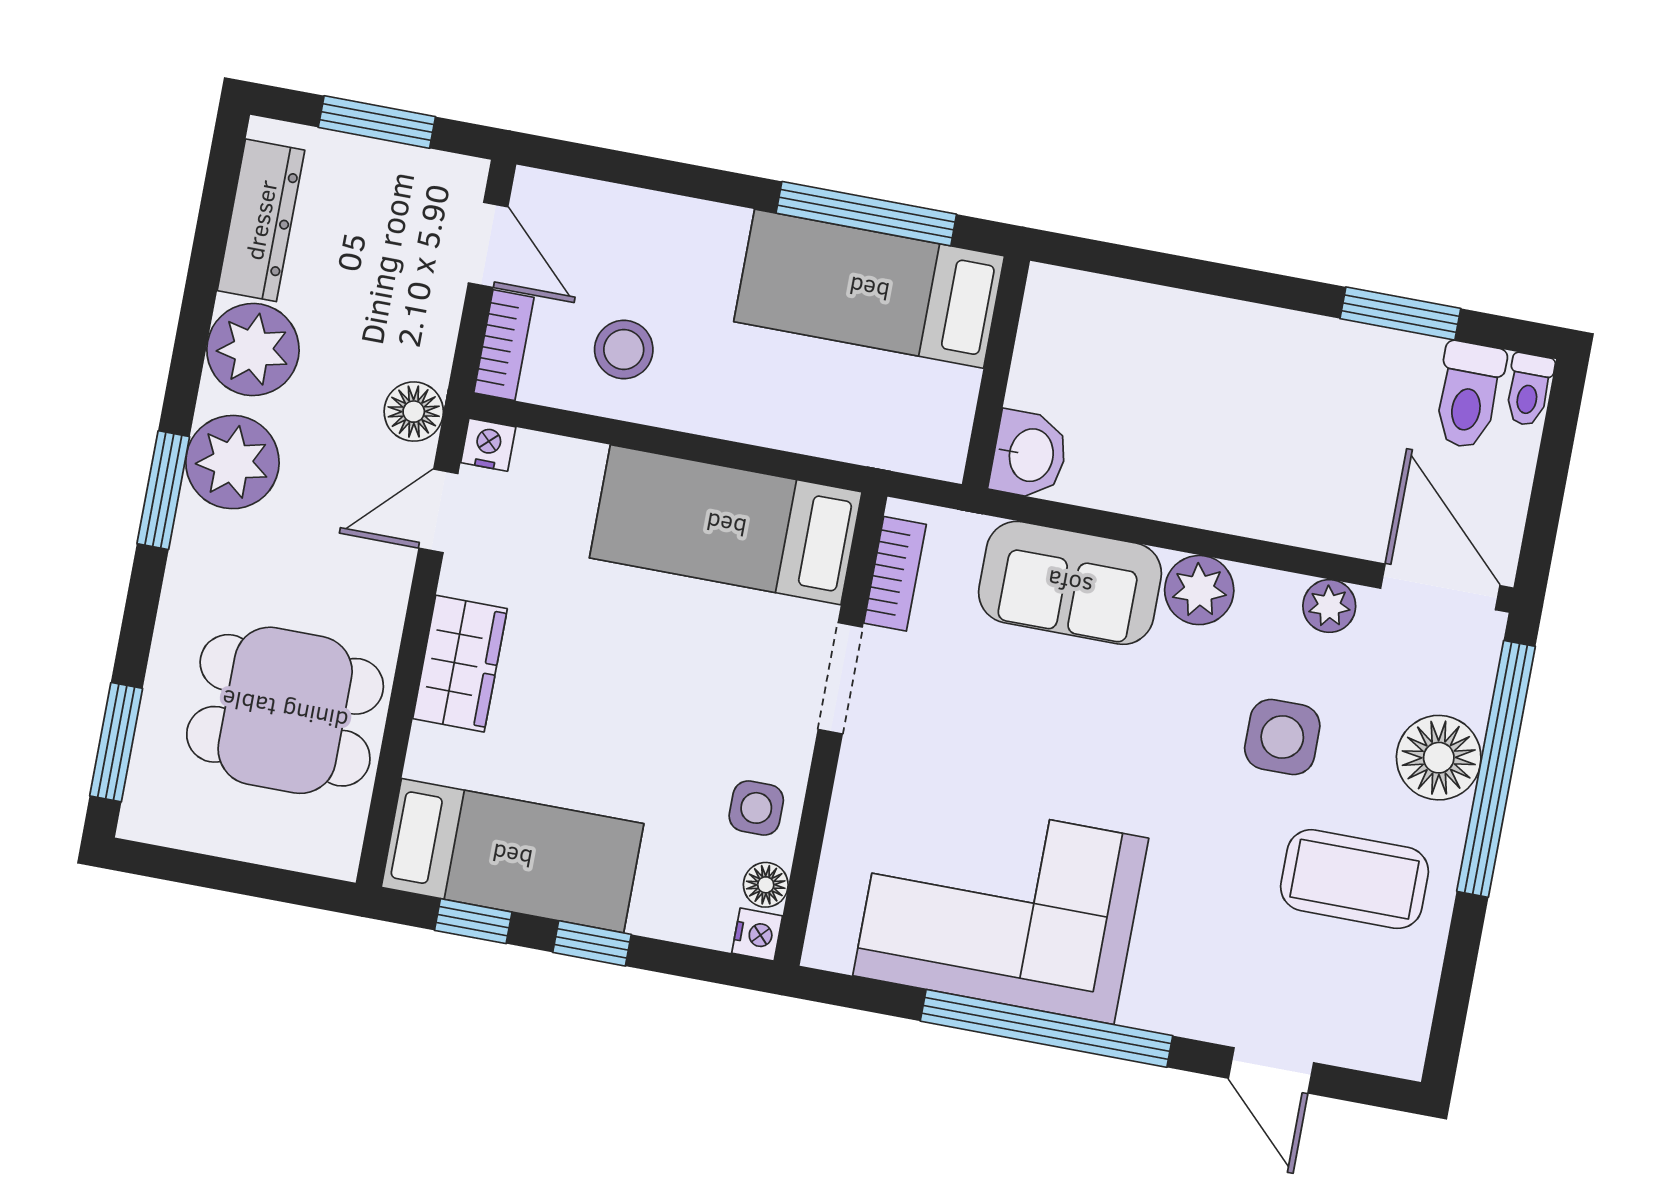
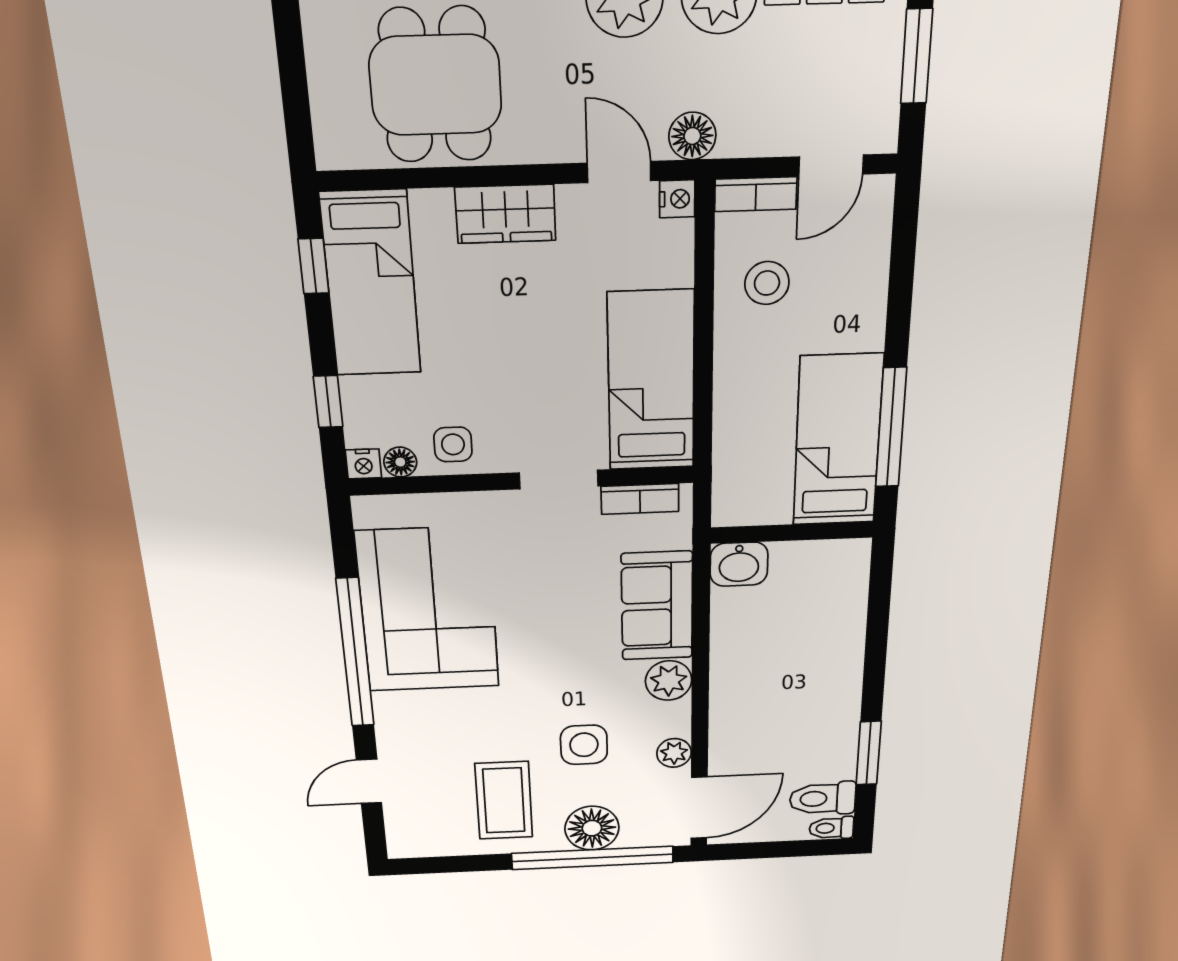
window: (592, 943) -> (328, 402), moved

